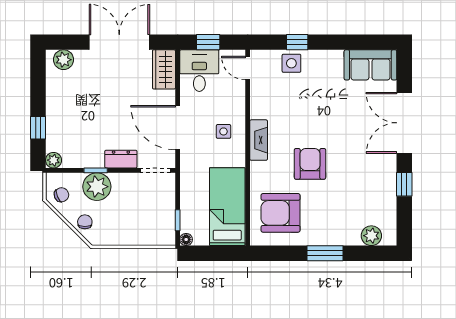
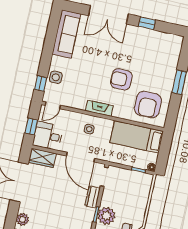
window: (297, 42) -> (41, 84), moved
sofa: (370, 65) -> (66, 34), width x1.36
door: (178, 128) -> (81, 157), hinge flipped
plant: (371, 236) -> (175, 51), removed

